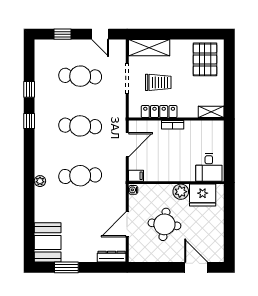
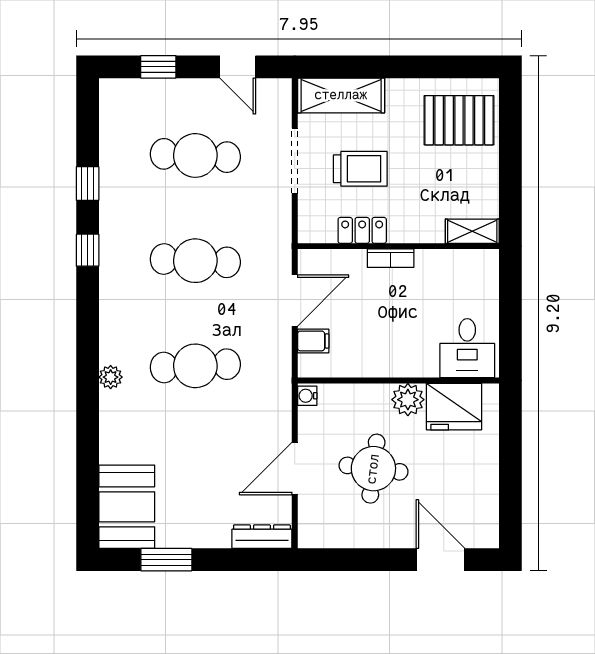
pallet: (205, 59) -> (459, 120), turned 90
locker: (159, 112) -> (362, 230), width x0.66
filing cabinet: (136, 176) -> (313, 341), moved

